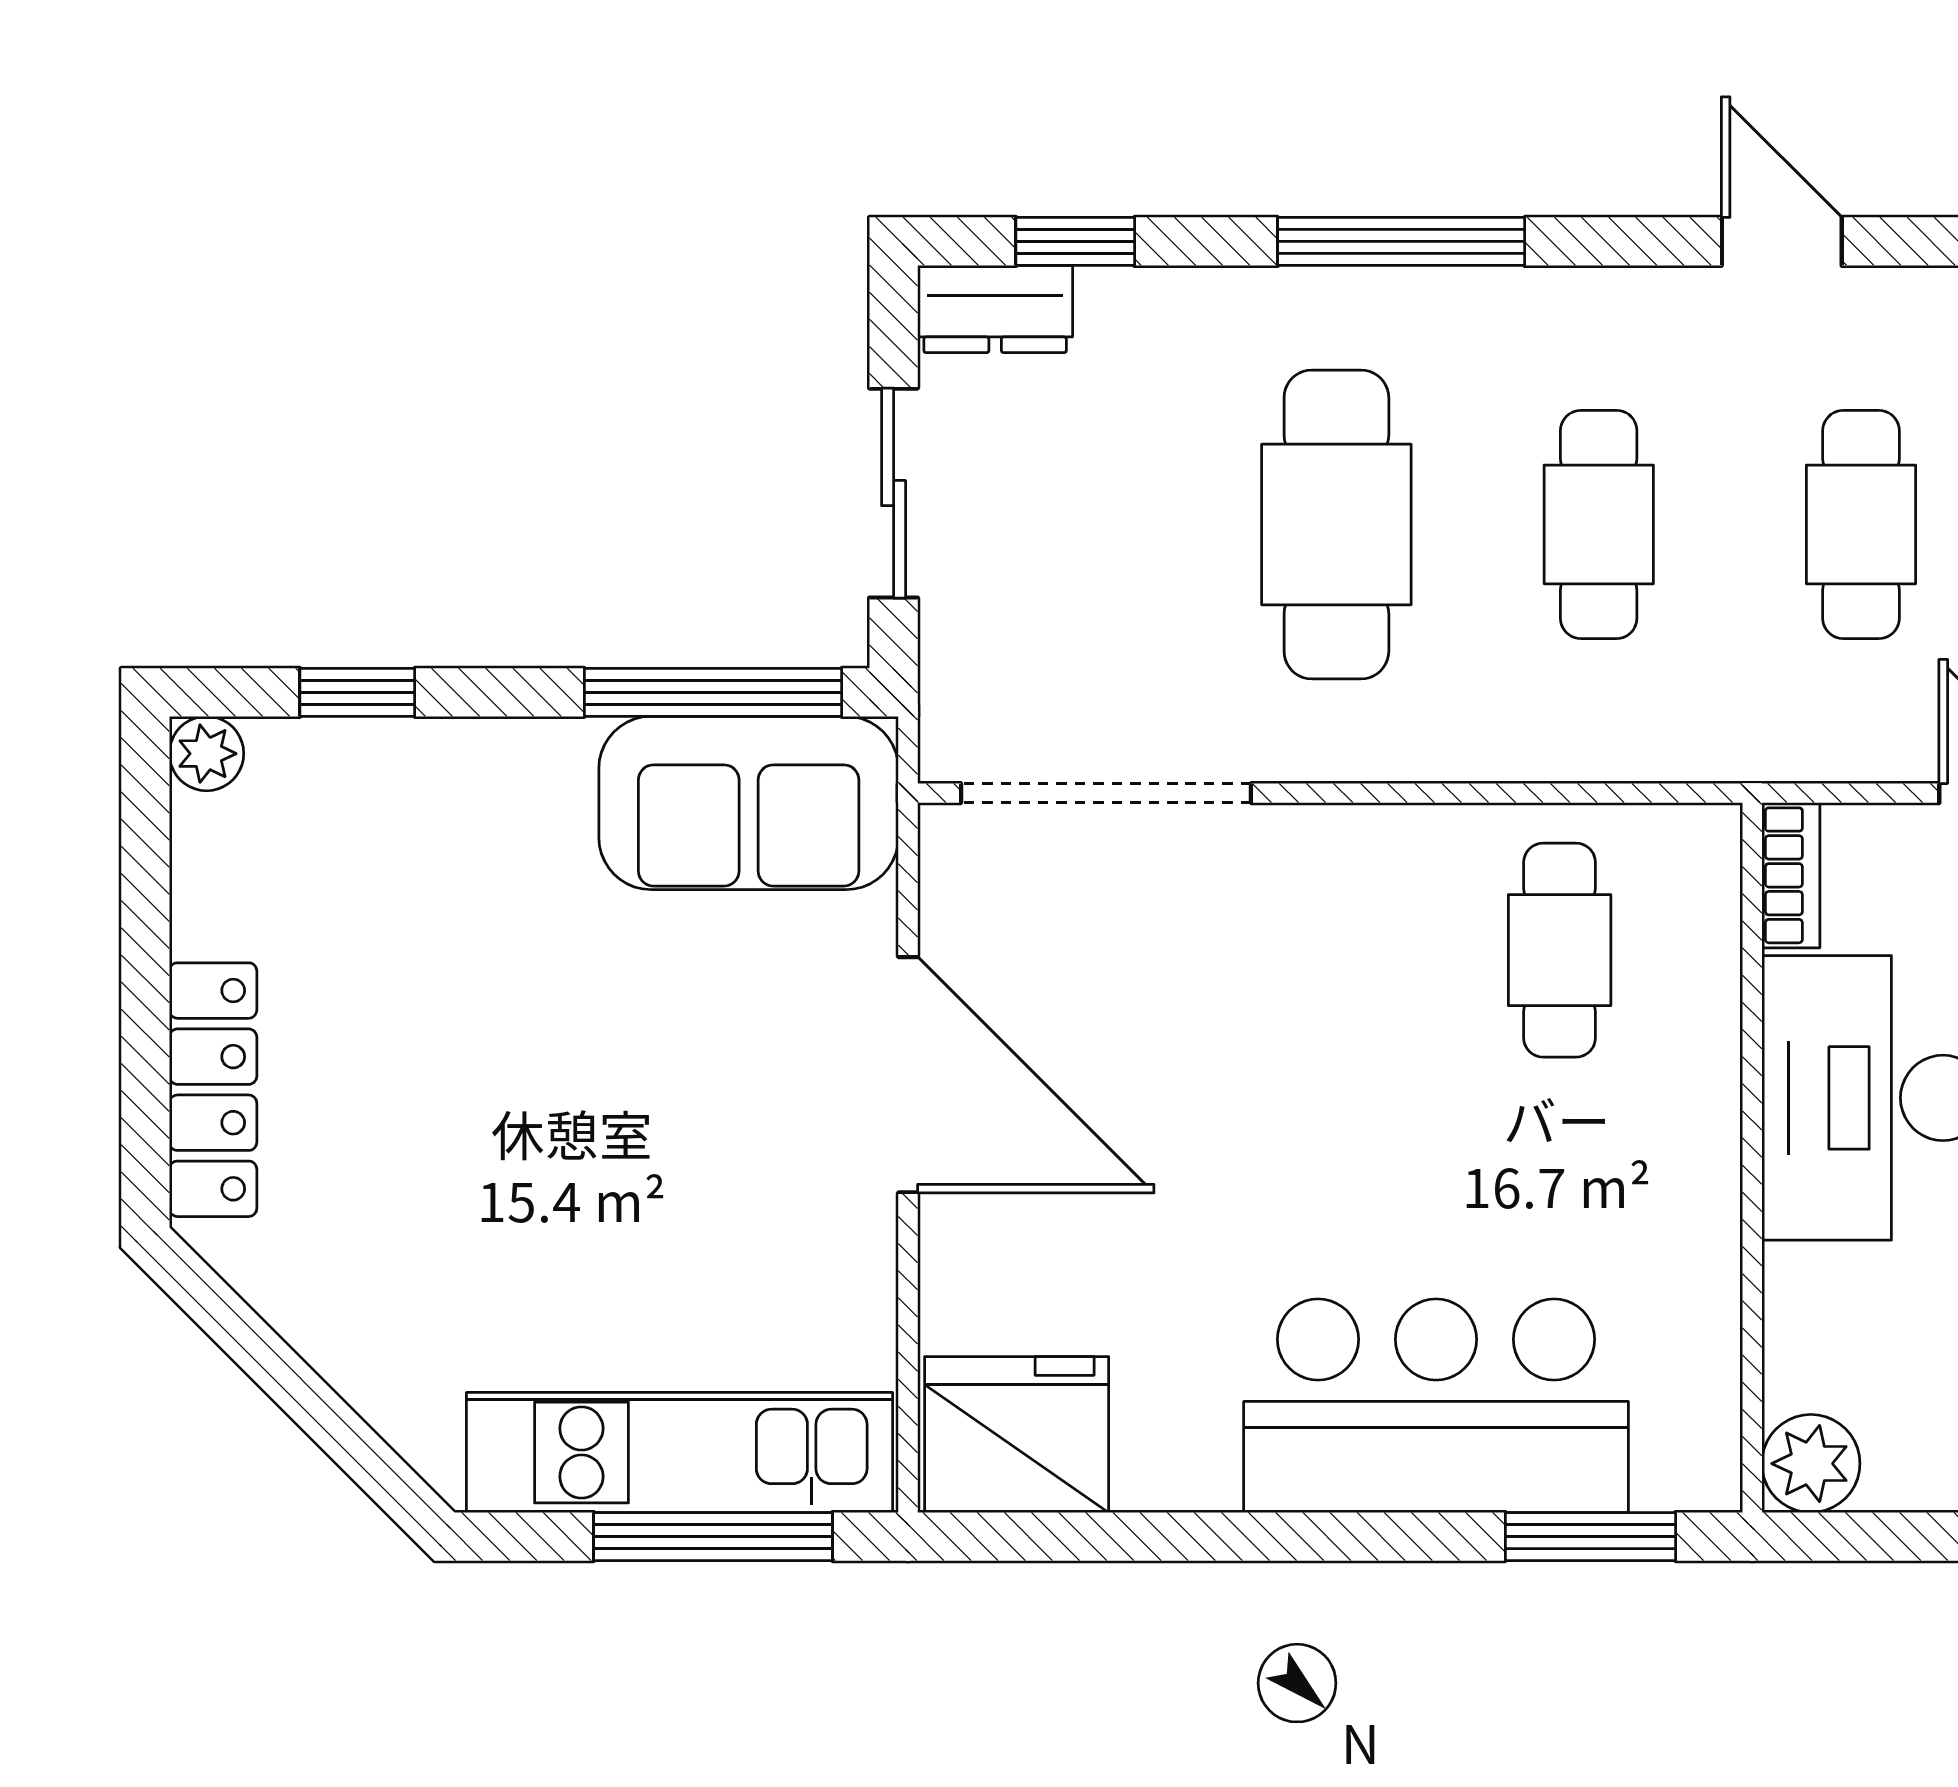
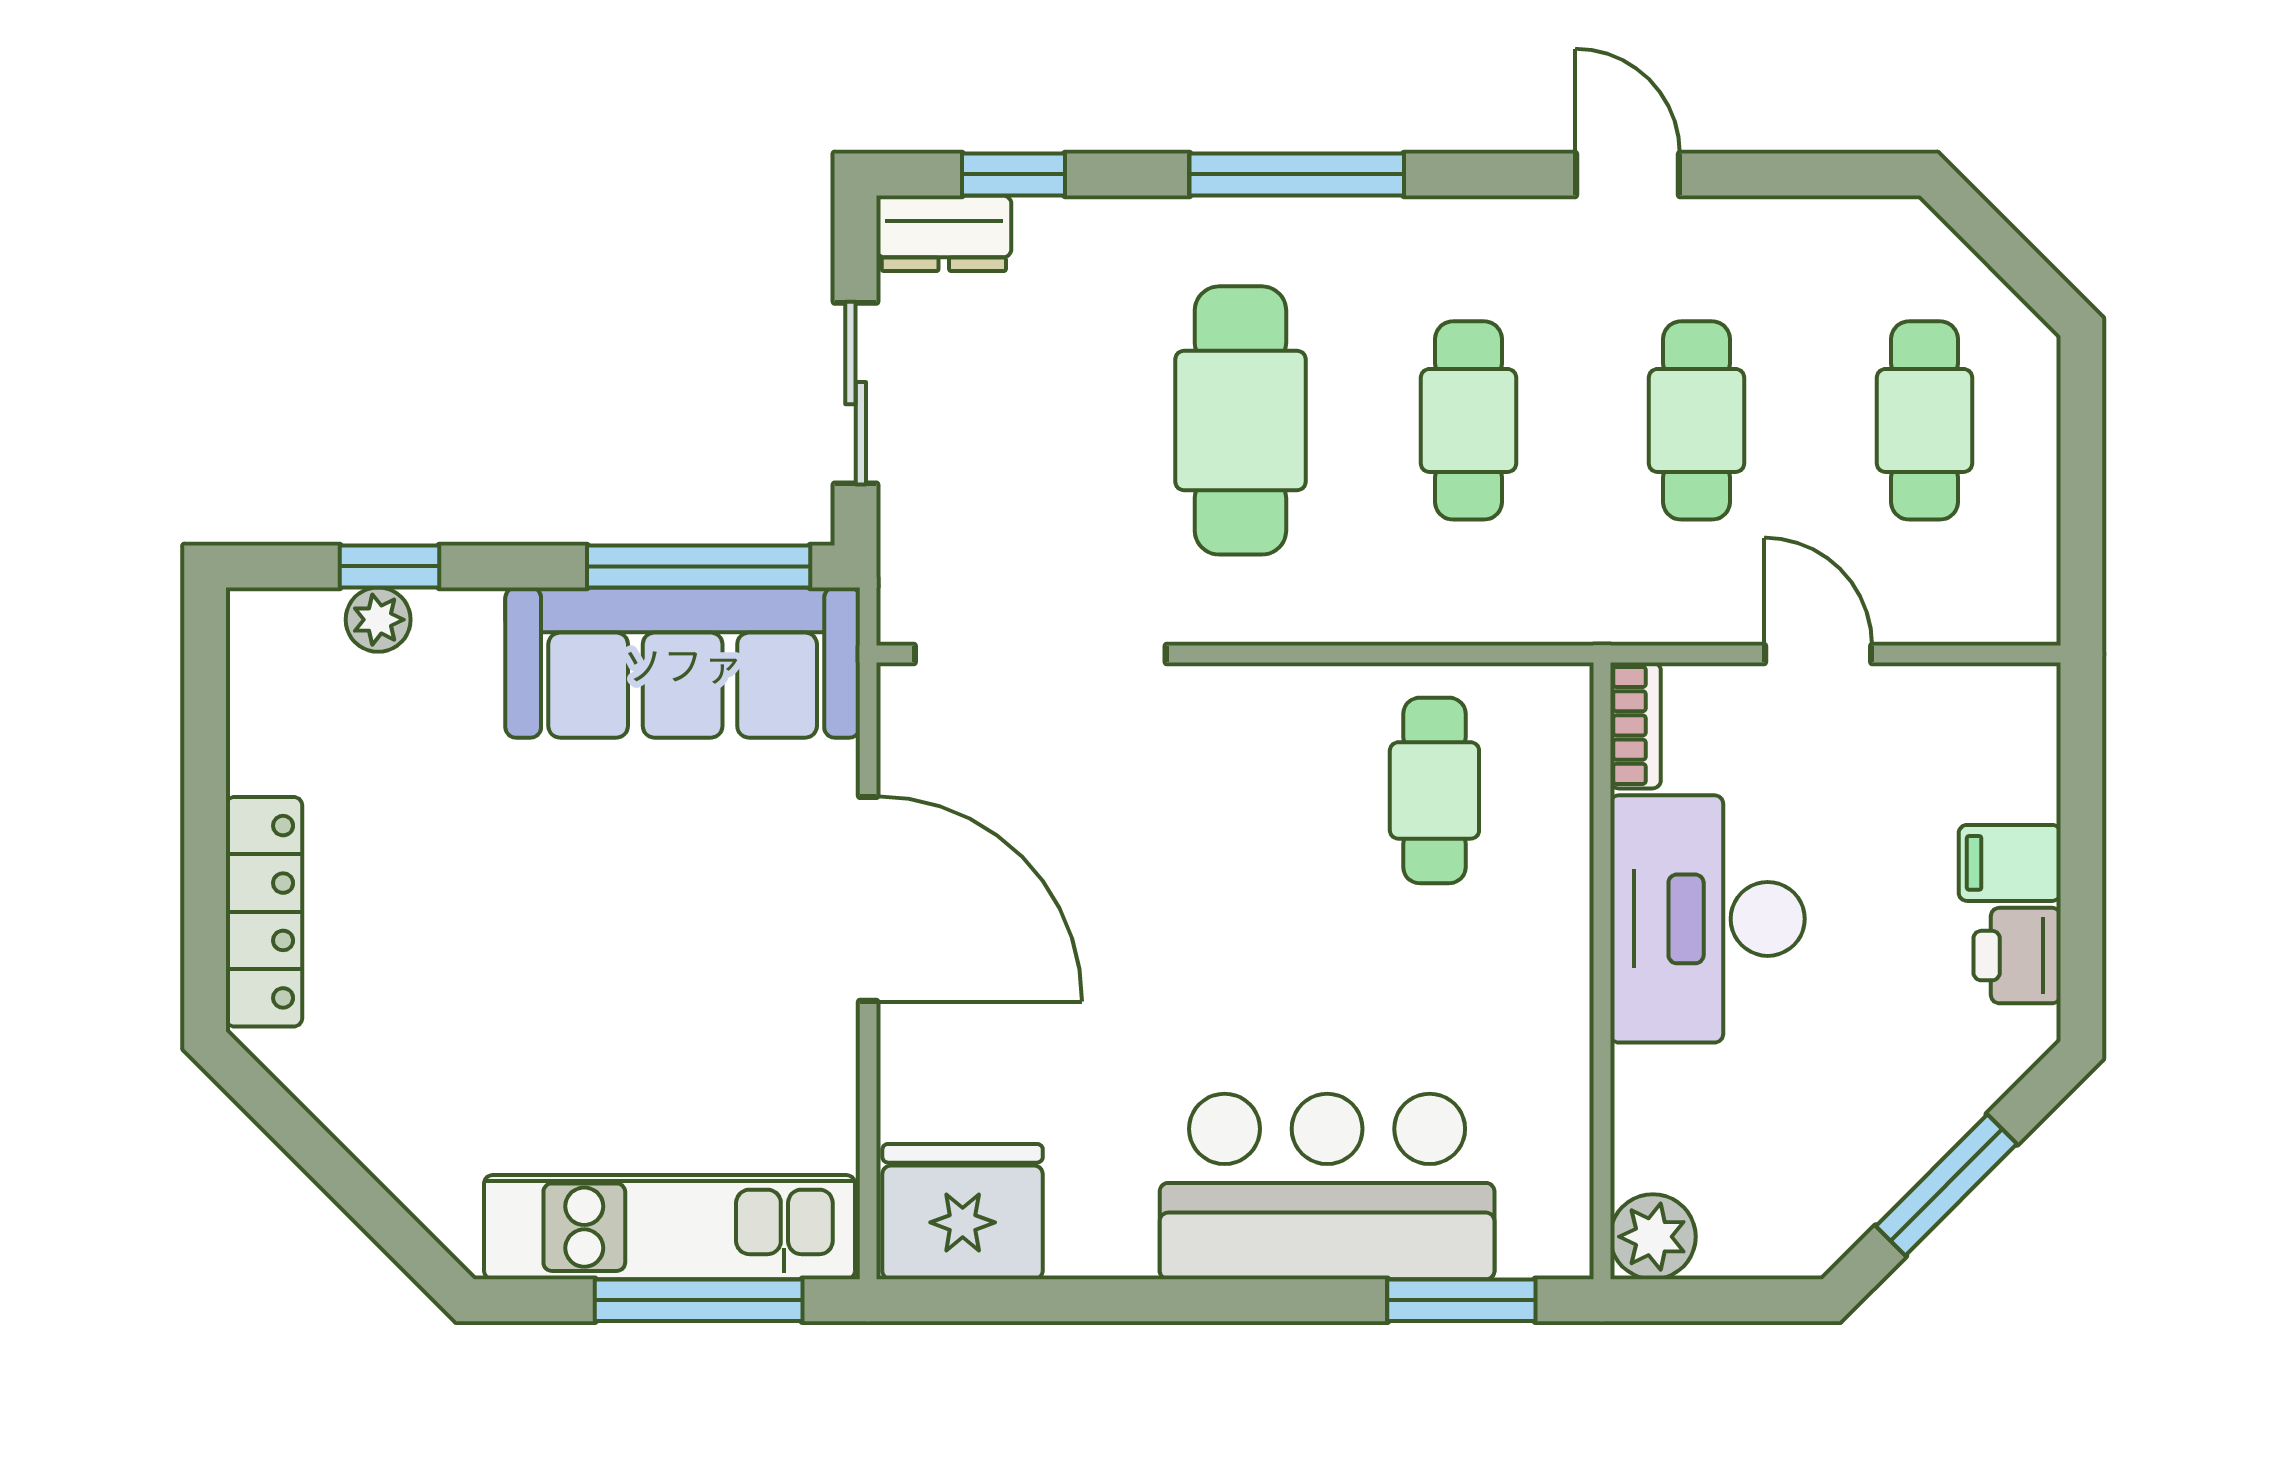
plant: (207, 754) -> (378, 620), moved
sofa: (749, 803) -> (683, 663), width x1.36

